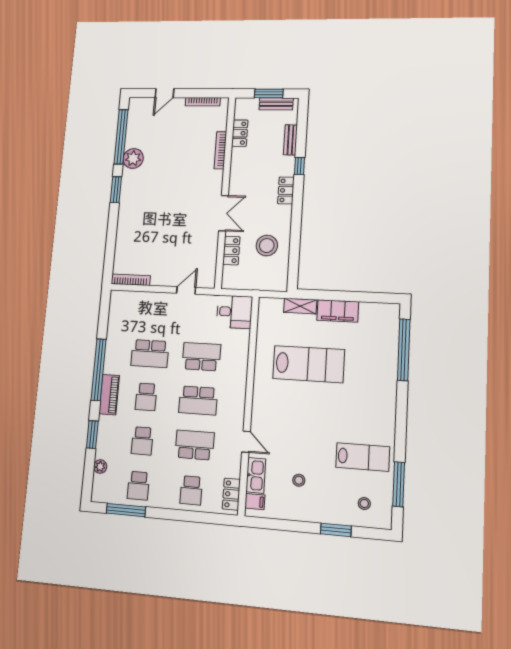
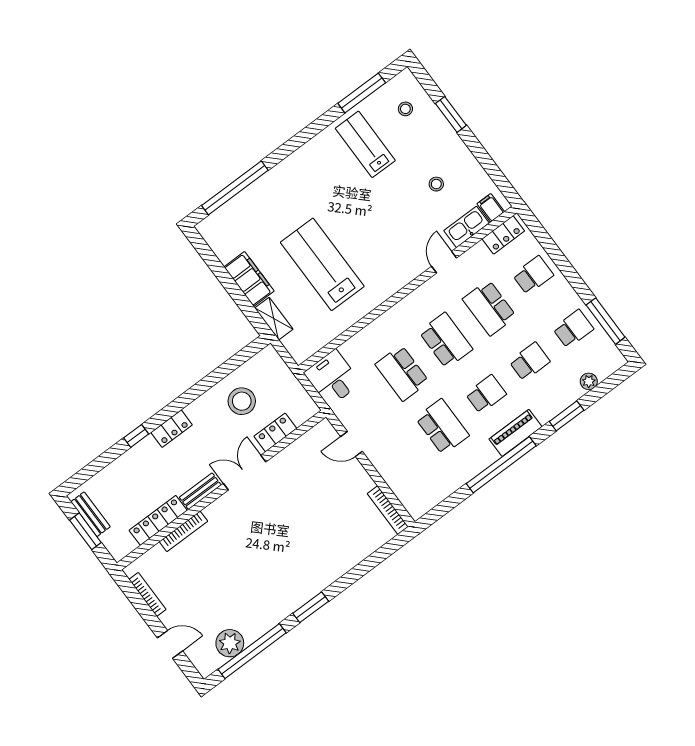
locker: (240, 133) -> (158, 520), width x1.53
bench: (290, 140) -> (200, 491), moved
plant: (133, 158) -> (230, 643), moved

